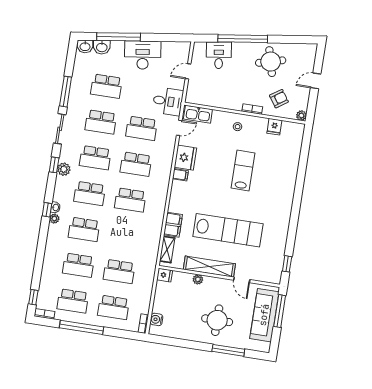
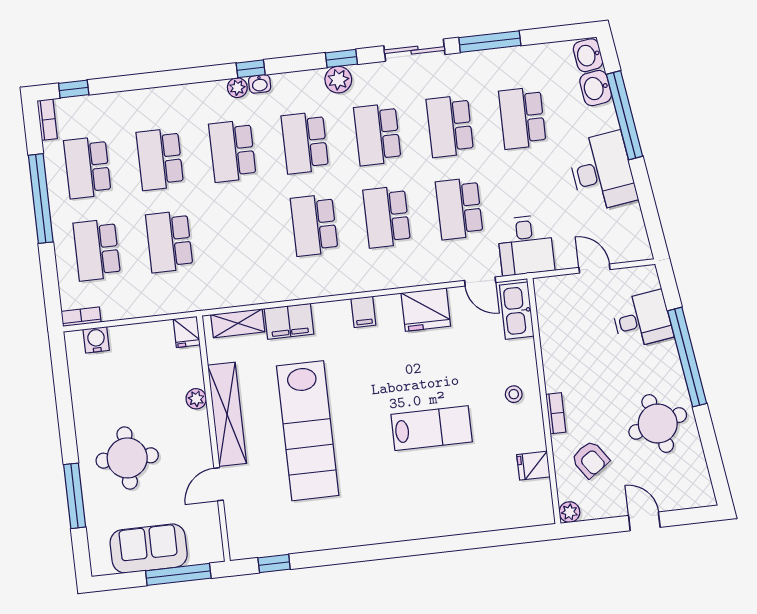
filing cabinet: (180, 175) -> (363, 312), moved
sofa: (264, 315) -> (149, 548), width x0.73

